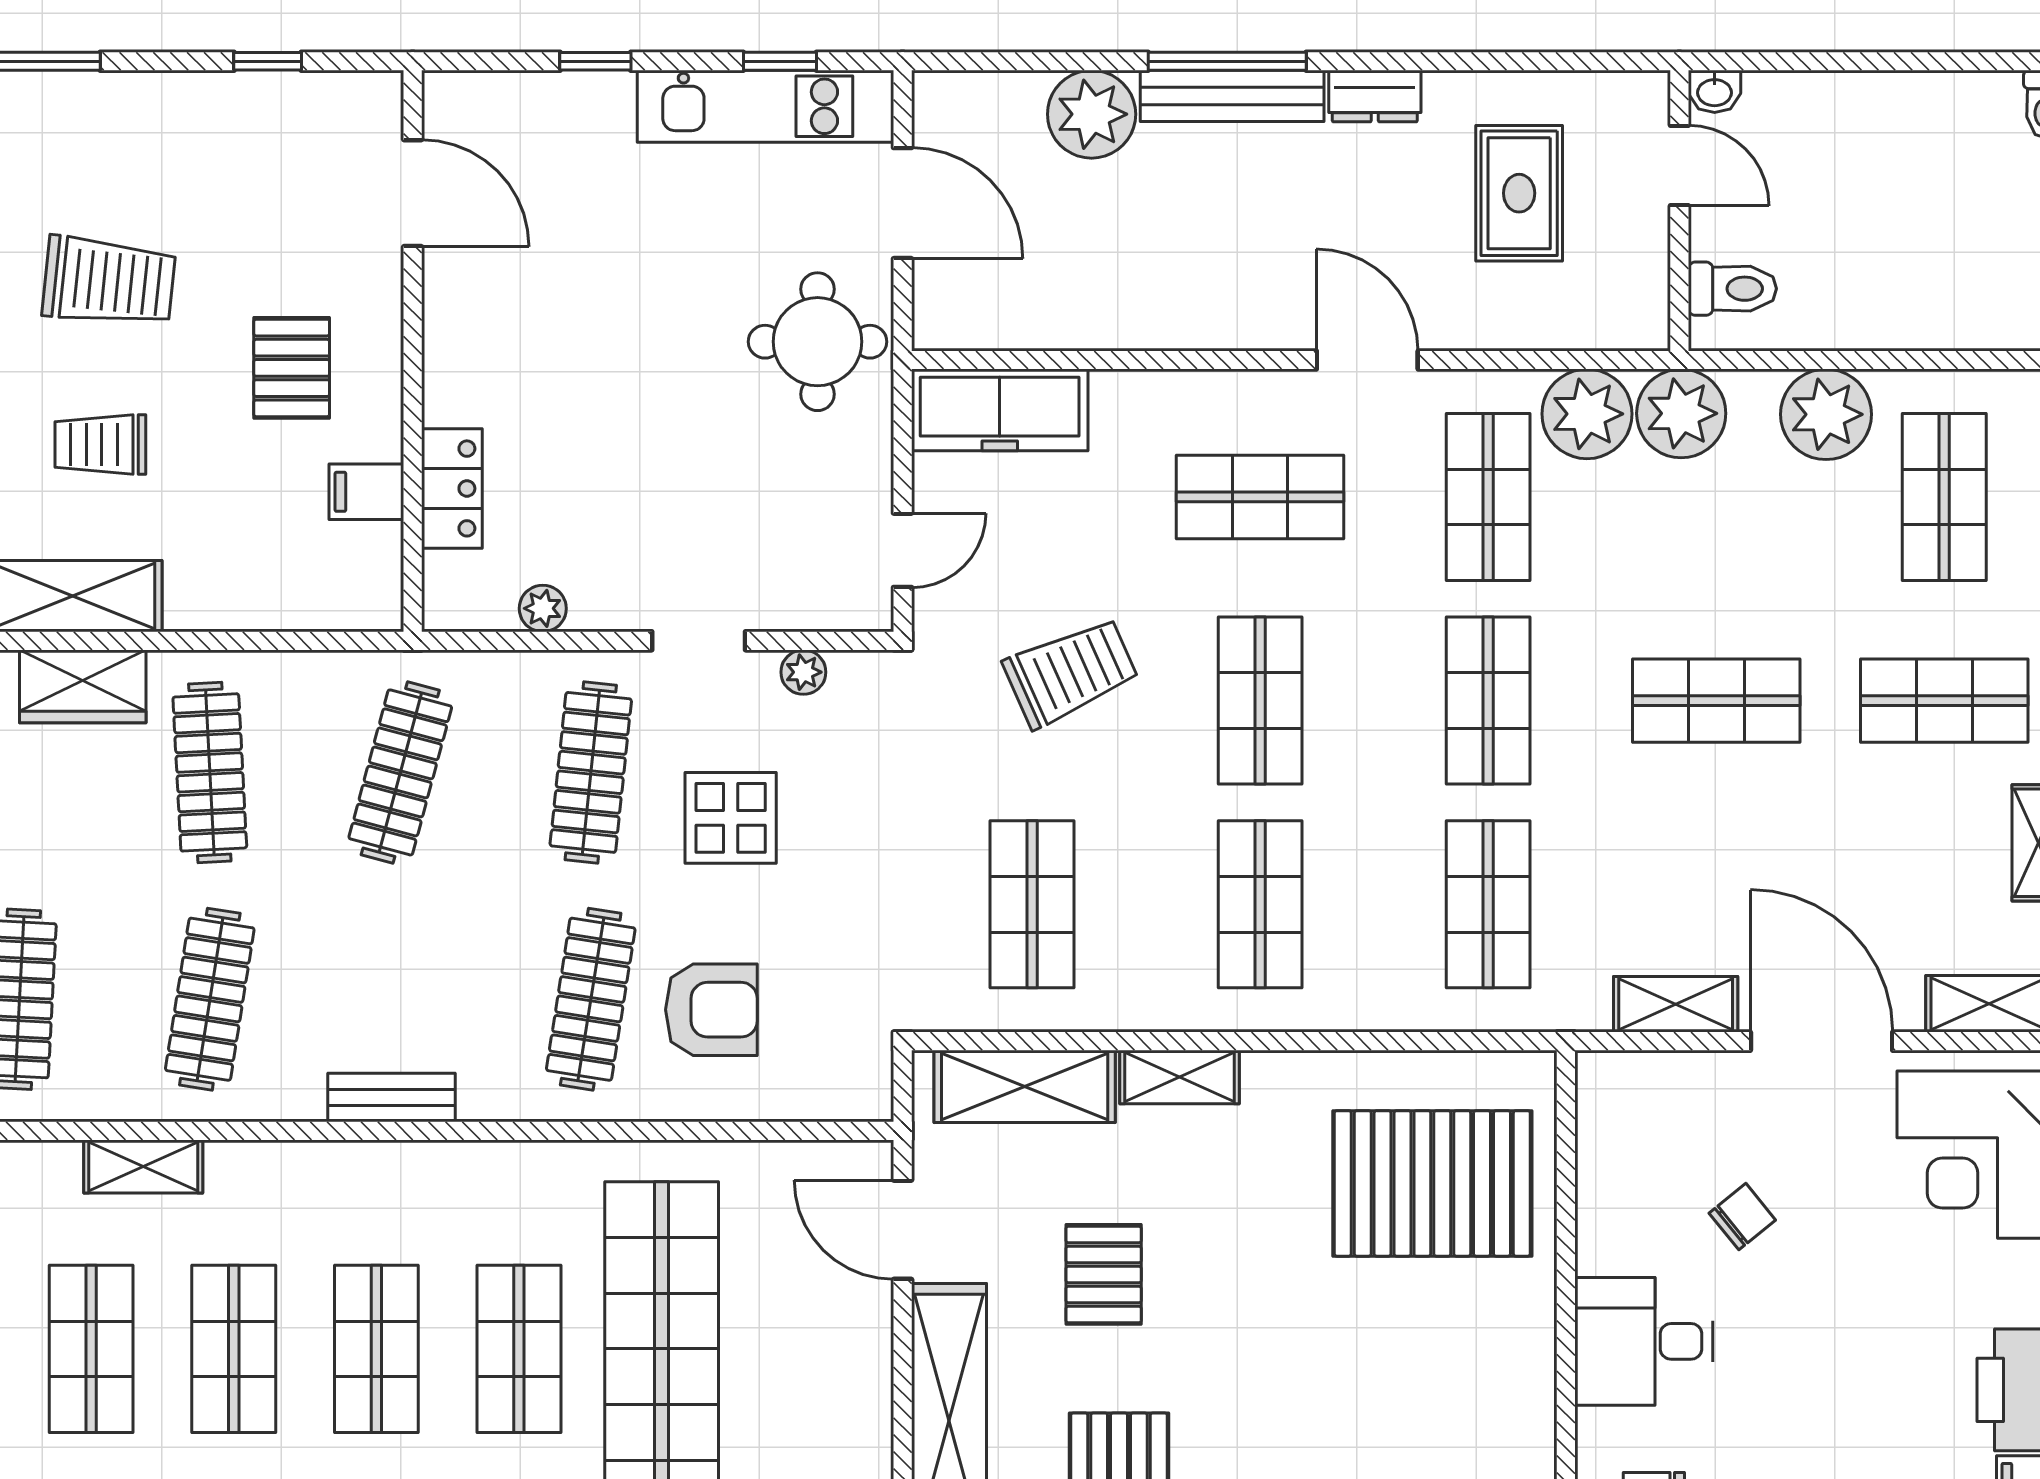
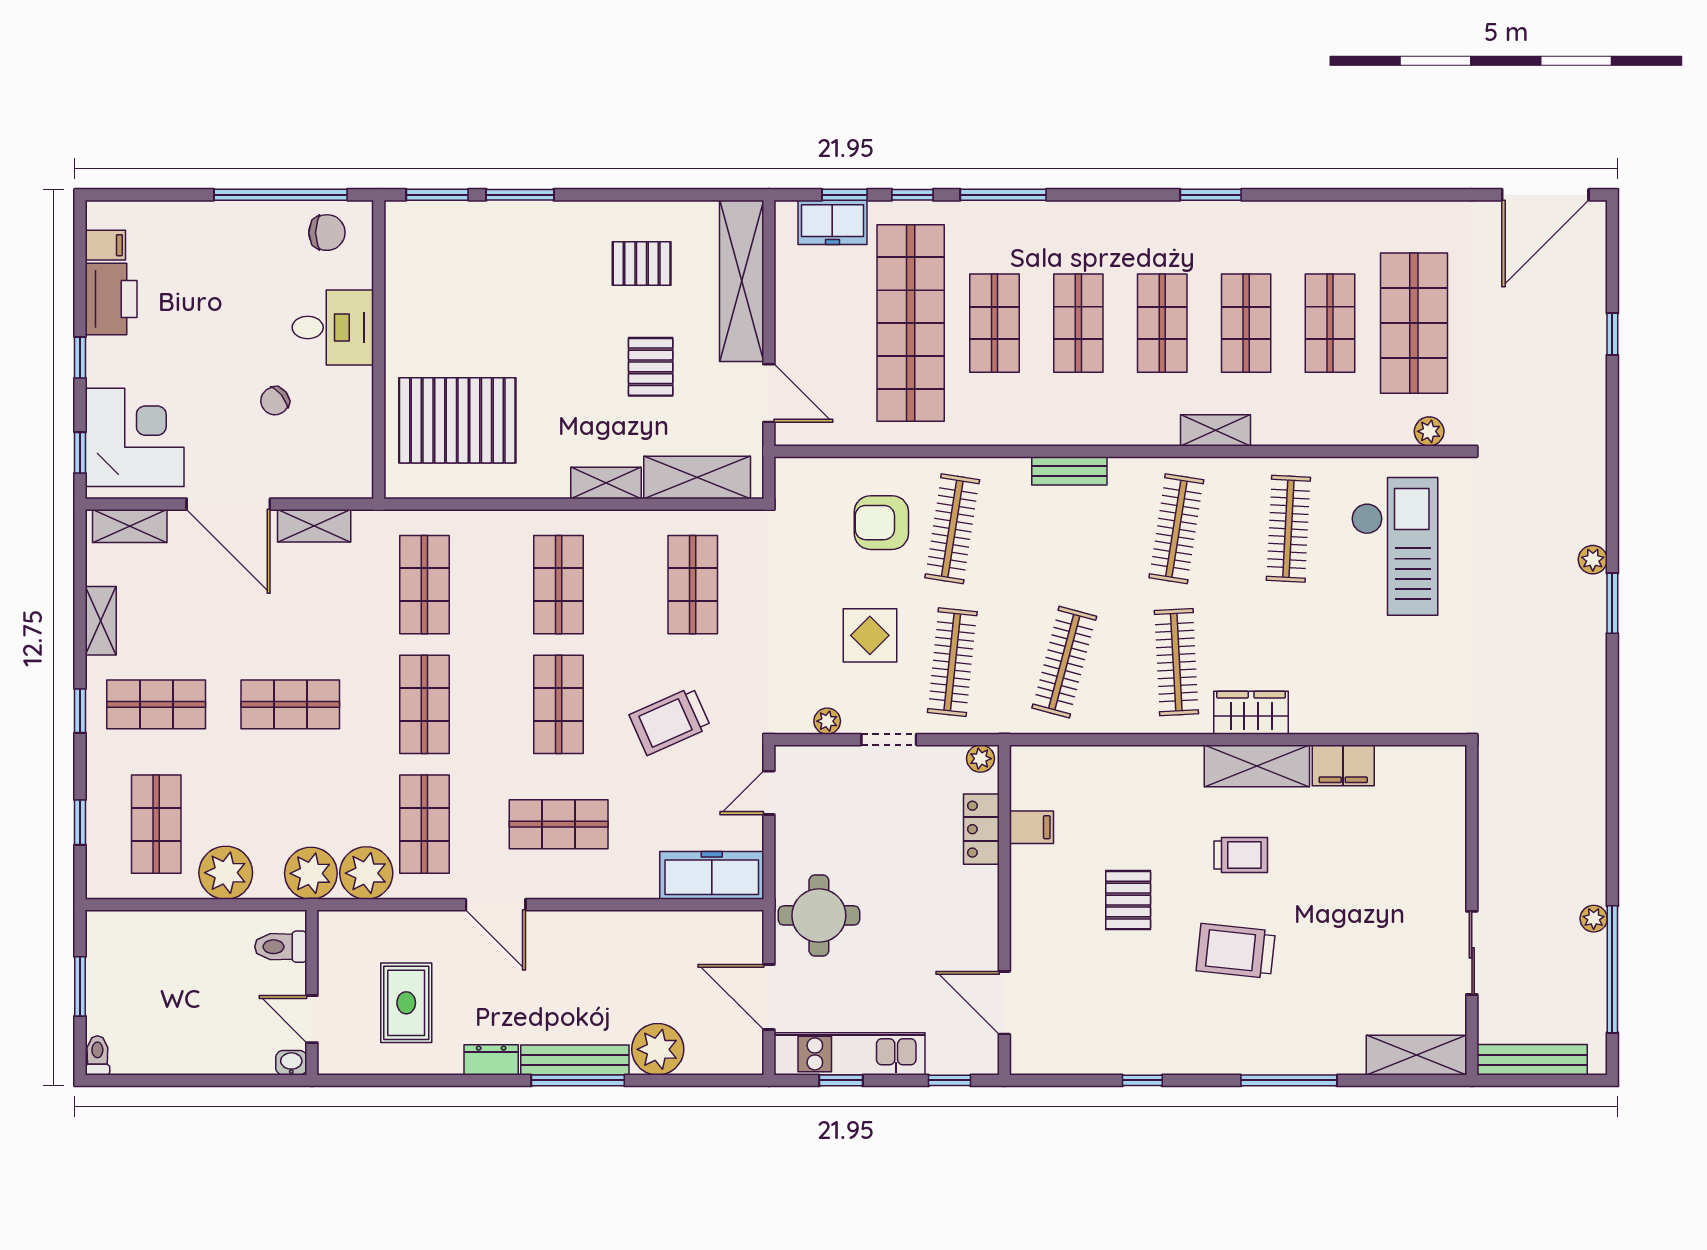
door: (413, 193) -> (1004, 1003), moved
wall: (413, 351) -> (1004, 910), moved
locker: (452, 488) -> (981, 829), moved
filing cabinet: (366, 492) -> (1031, 827), moved

